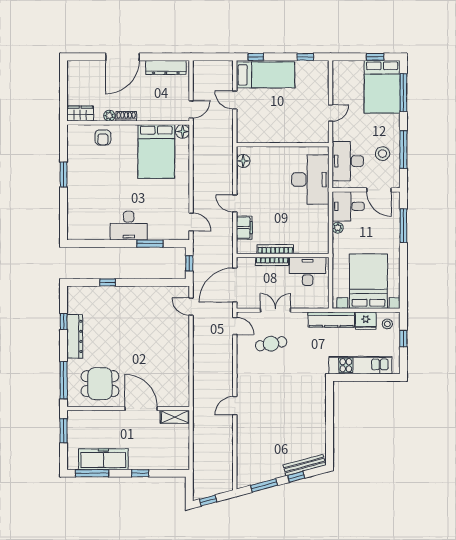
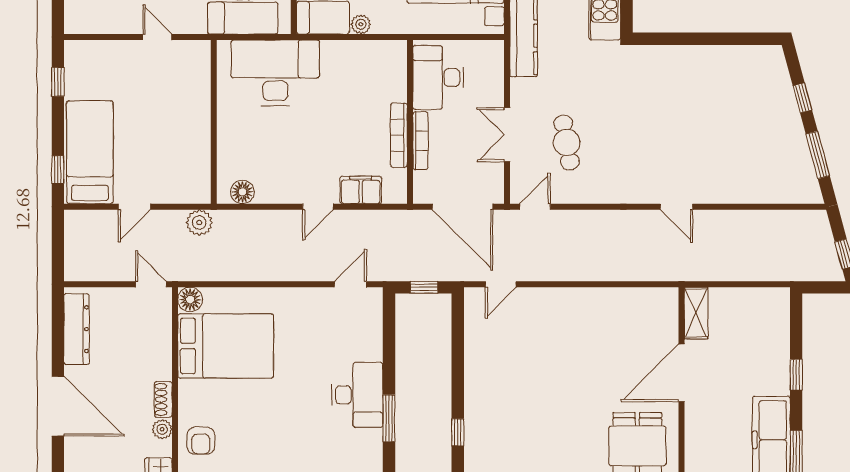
armchair: (103, 137) -> (201, 441), turned 90
plant: (226, 137) -> (199, 223), added
window: (150, 244) -> (389, 418), moved
bench: (304, 465) -> (782, 83), removed

